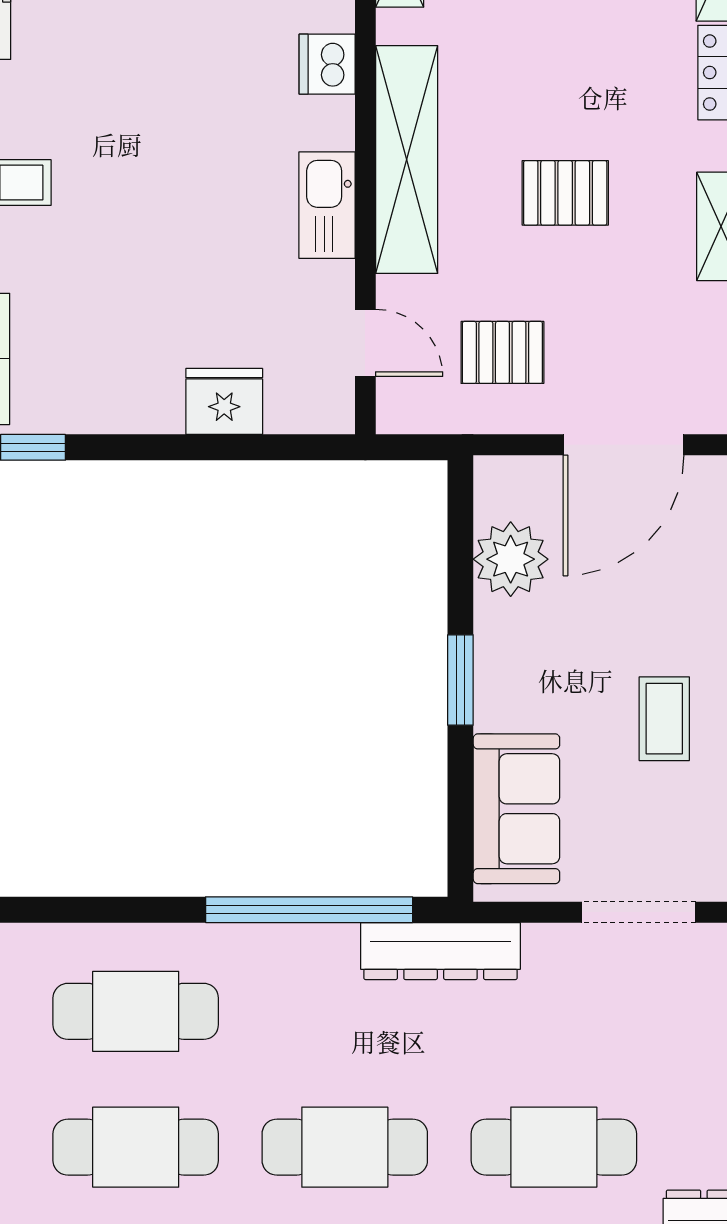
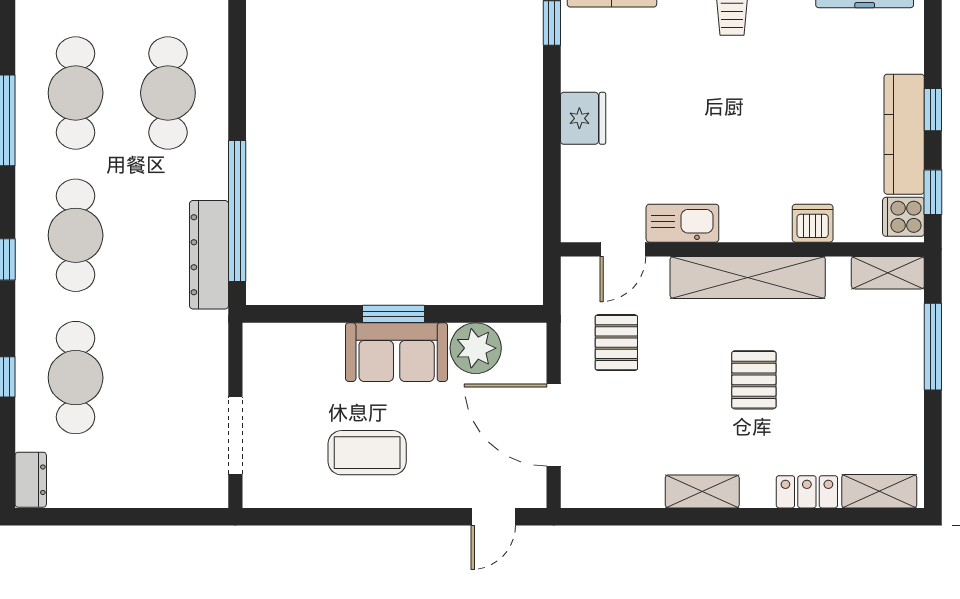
pallet: (565, 193) -> (754, 380), moved
kitchen sink: (327, 205) -> (682, 223), moved
fridge: (224, 401) -> (583, 118), moved
coffee table: (664, 719) -> (367, 453), width x1.36, depth x1.30
sofa: (516, 809) -> (397, 352), moved
dresser: (440, 951) -> (209, 255), moved

